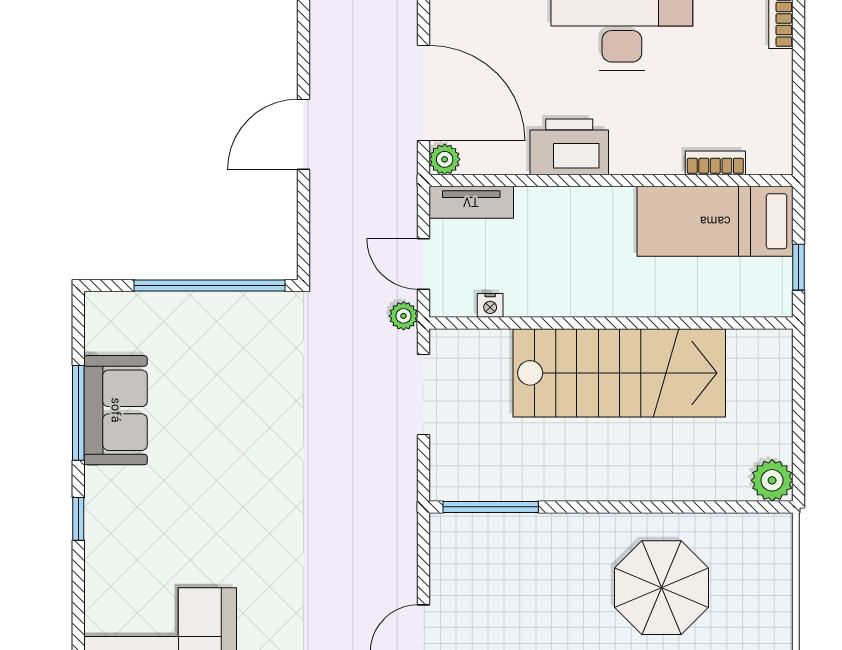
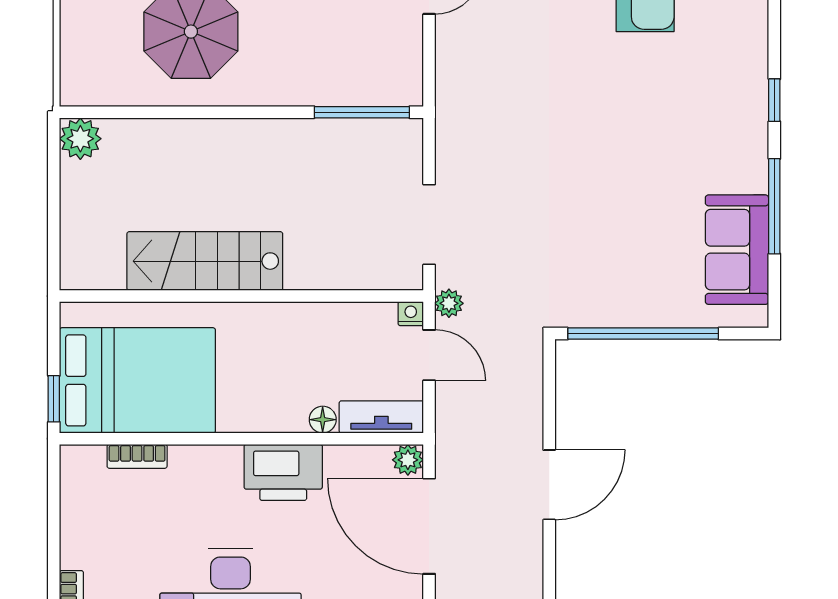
floor lamp: (530, 200) -> (323, 420), added
bed: (715, 221) -> (137, 380), width x1.50
window: (799, 267) -> (54, 399), moved
nightstand: (490, 305) -> (411, 314), moved
stairs: (619, 373) -> (205, 261), width x0.73, depth x0.66
sofa: (116, 410) -> (737, 250), moved

